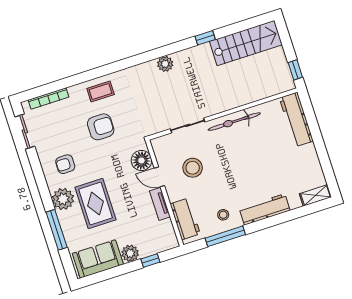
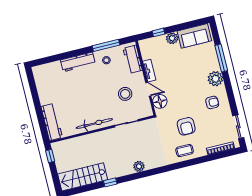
armchair: (101, 127) -> (186, 126), turned -90
shelving: (315, 195) -> (42, 69), removed
rug: (95, 204) -> (193, 74), removed

